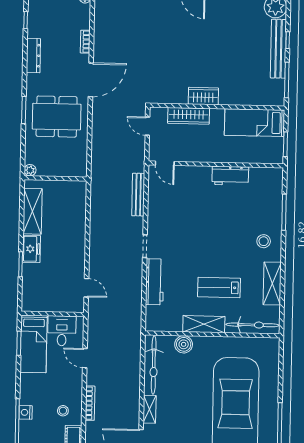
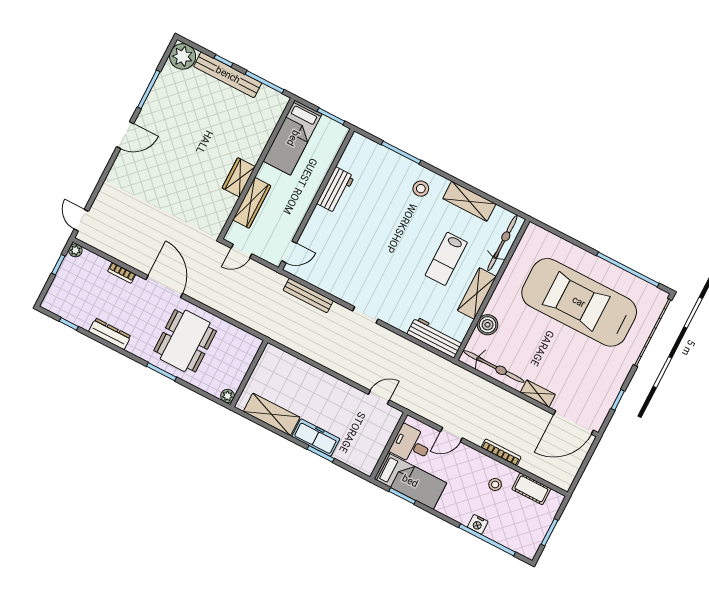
freezer: (31, 249) -> (316, 438), width x1.40
workbench: (155, 282) -> (435, 337), moved

